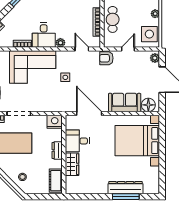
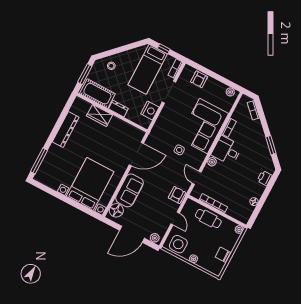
door: (82, 49) -> (197, 178), swing flipped
nightstand: (55, 122) -> (150, 110), moved
desk: (77, 141) -> (118, 131), removed
cot: (56, 181) -> (97, 94), width x1.37, depth x1.34
dresser: (126, 188) -> (66, 129), moved
window: (42, 197) -> (85, 74), added
window: (126, 197) -> (39, 161), moved

